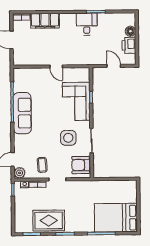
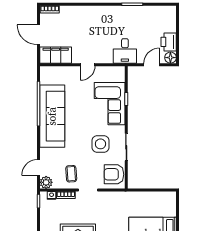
filing cabinet: (45, 21) -> (56, 55), moved, turned 180
desk: (87, 24) -> (125, 51), moved, turned 180
floor lamp: (130, 31) -> (170, 58), moved
door: (56, 66) -> (88, 65), hinge flipped
door: (114, 66) -> (152, 65), hinge flipped
sofa: (22, 113) -> (52, 116), width x1.36, depth x1.27

